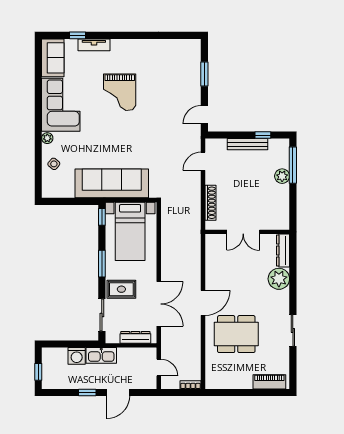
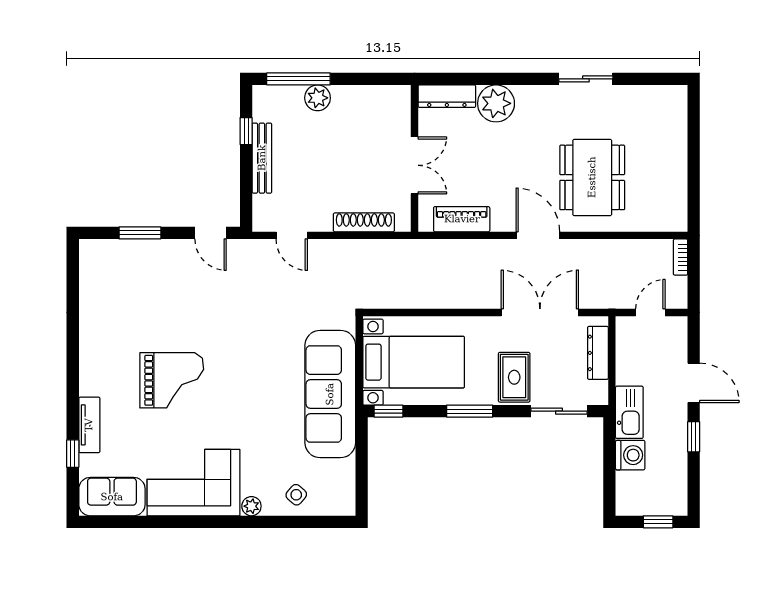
piano: (269, 382) -> (462, 219), moved, turned 90

